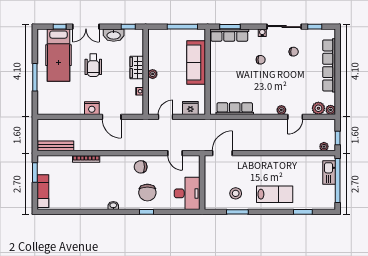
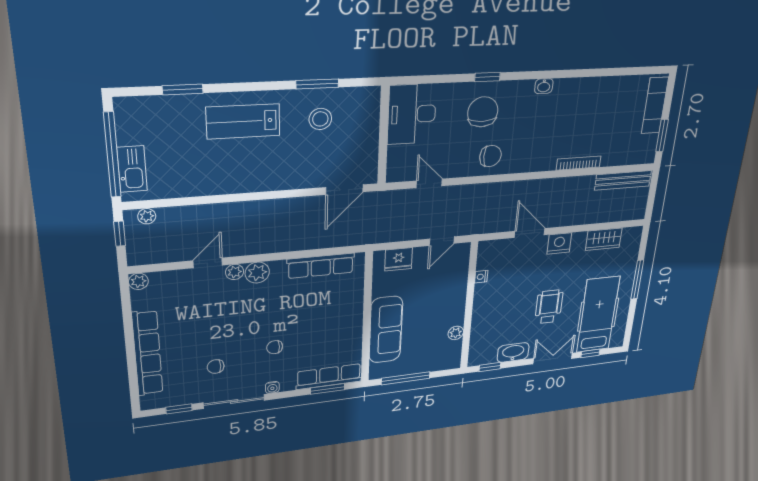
wardrobe: (137, 68) -> (604, 239), moved, turned 90
plant: (153, 74) -> (456, 333), moved
plant: (318, 108) -> (257, 273), moved

